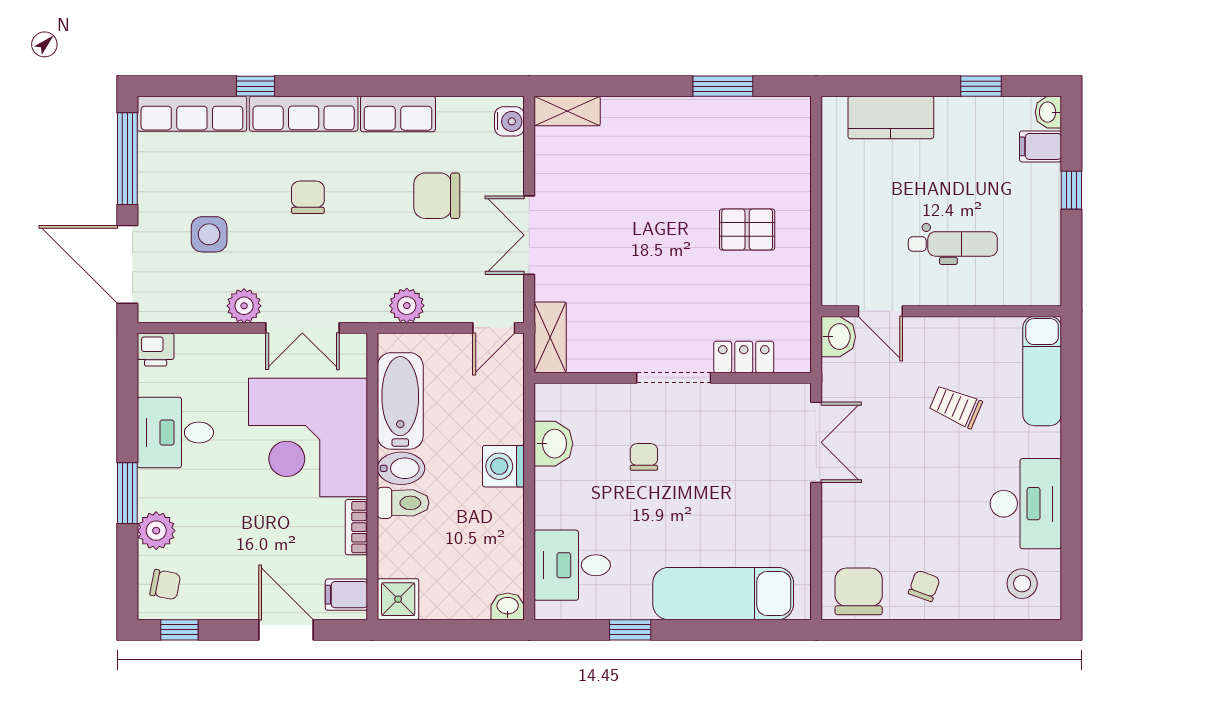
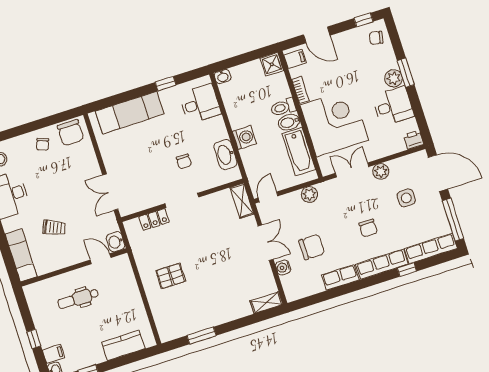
water cooler: (509, 121) -> (283, 267), moved
washbasin: (553, 444) -> (226, 154), width x1.38
plant: (156, 531) -> (394, 78), moved

